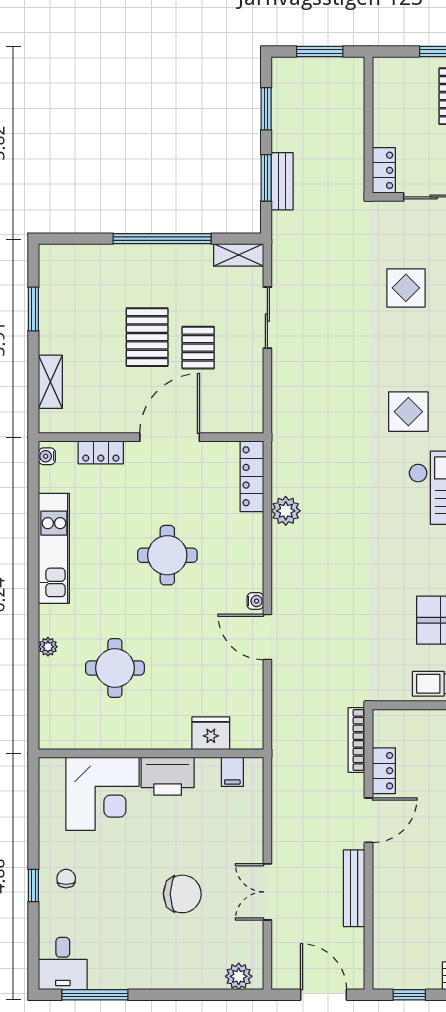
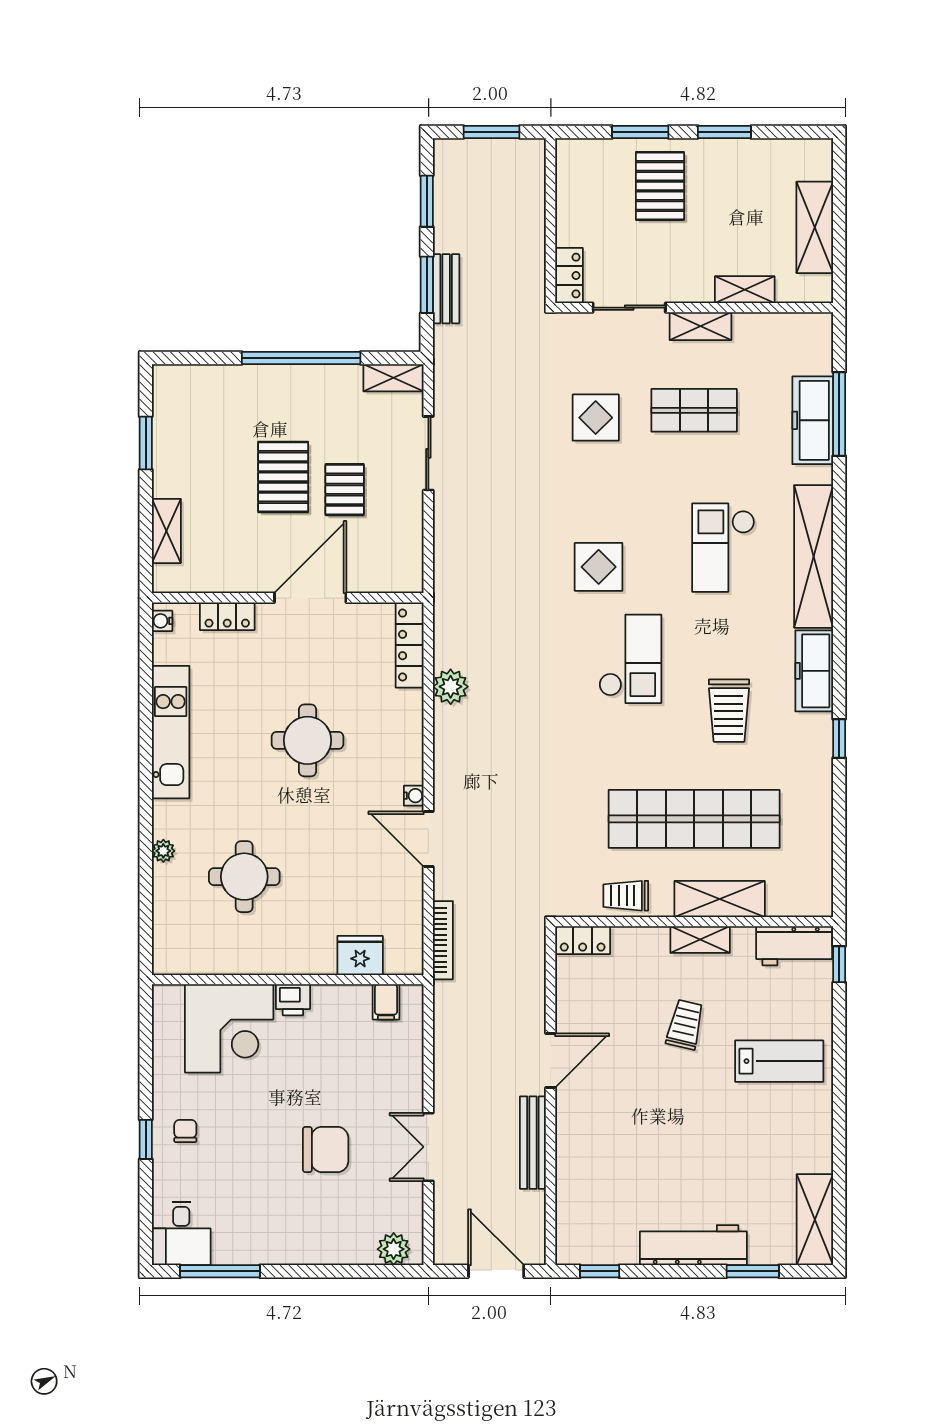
bookcase: (356, 740) -> (443, 940), moved, turned 180
locker: (384, 771) -> (583, 940), moved, turned 90
printer: (168, 776) -> (293, 1000), width x0.53, depth x0.68

